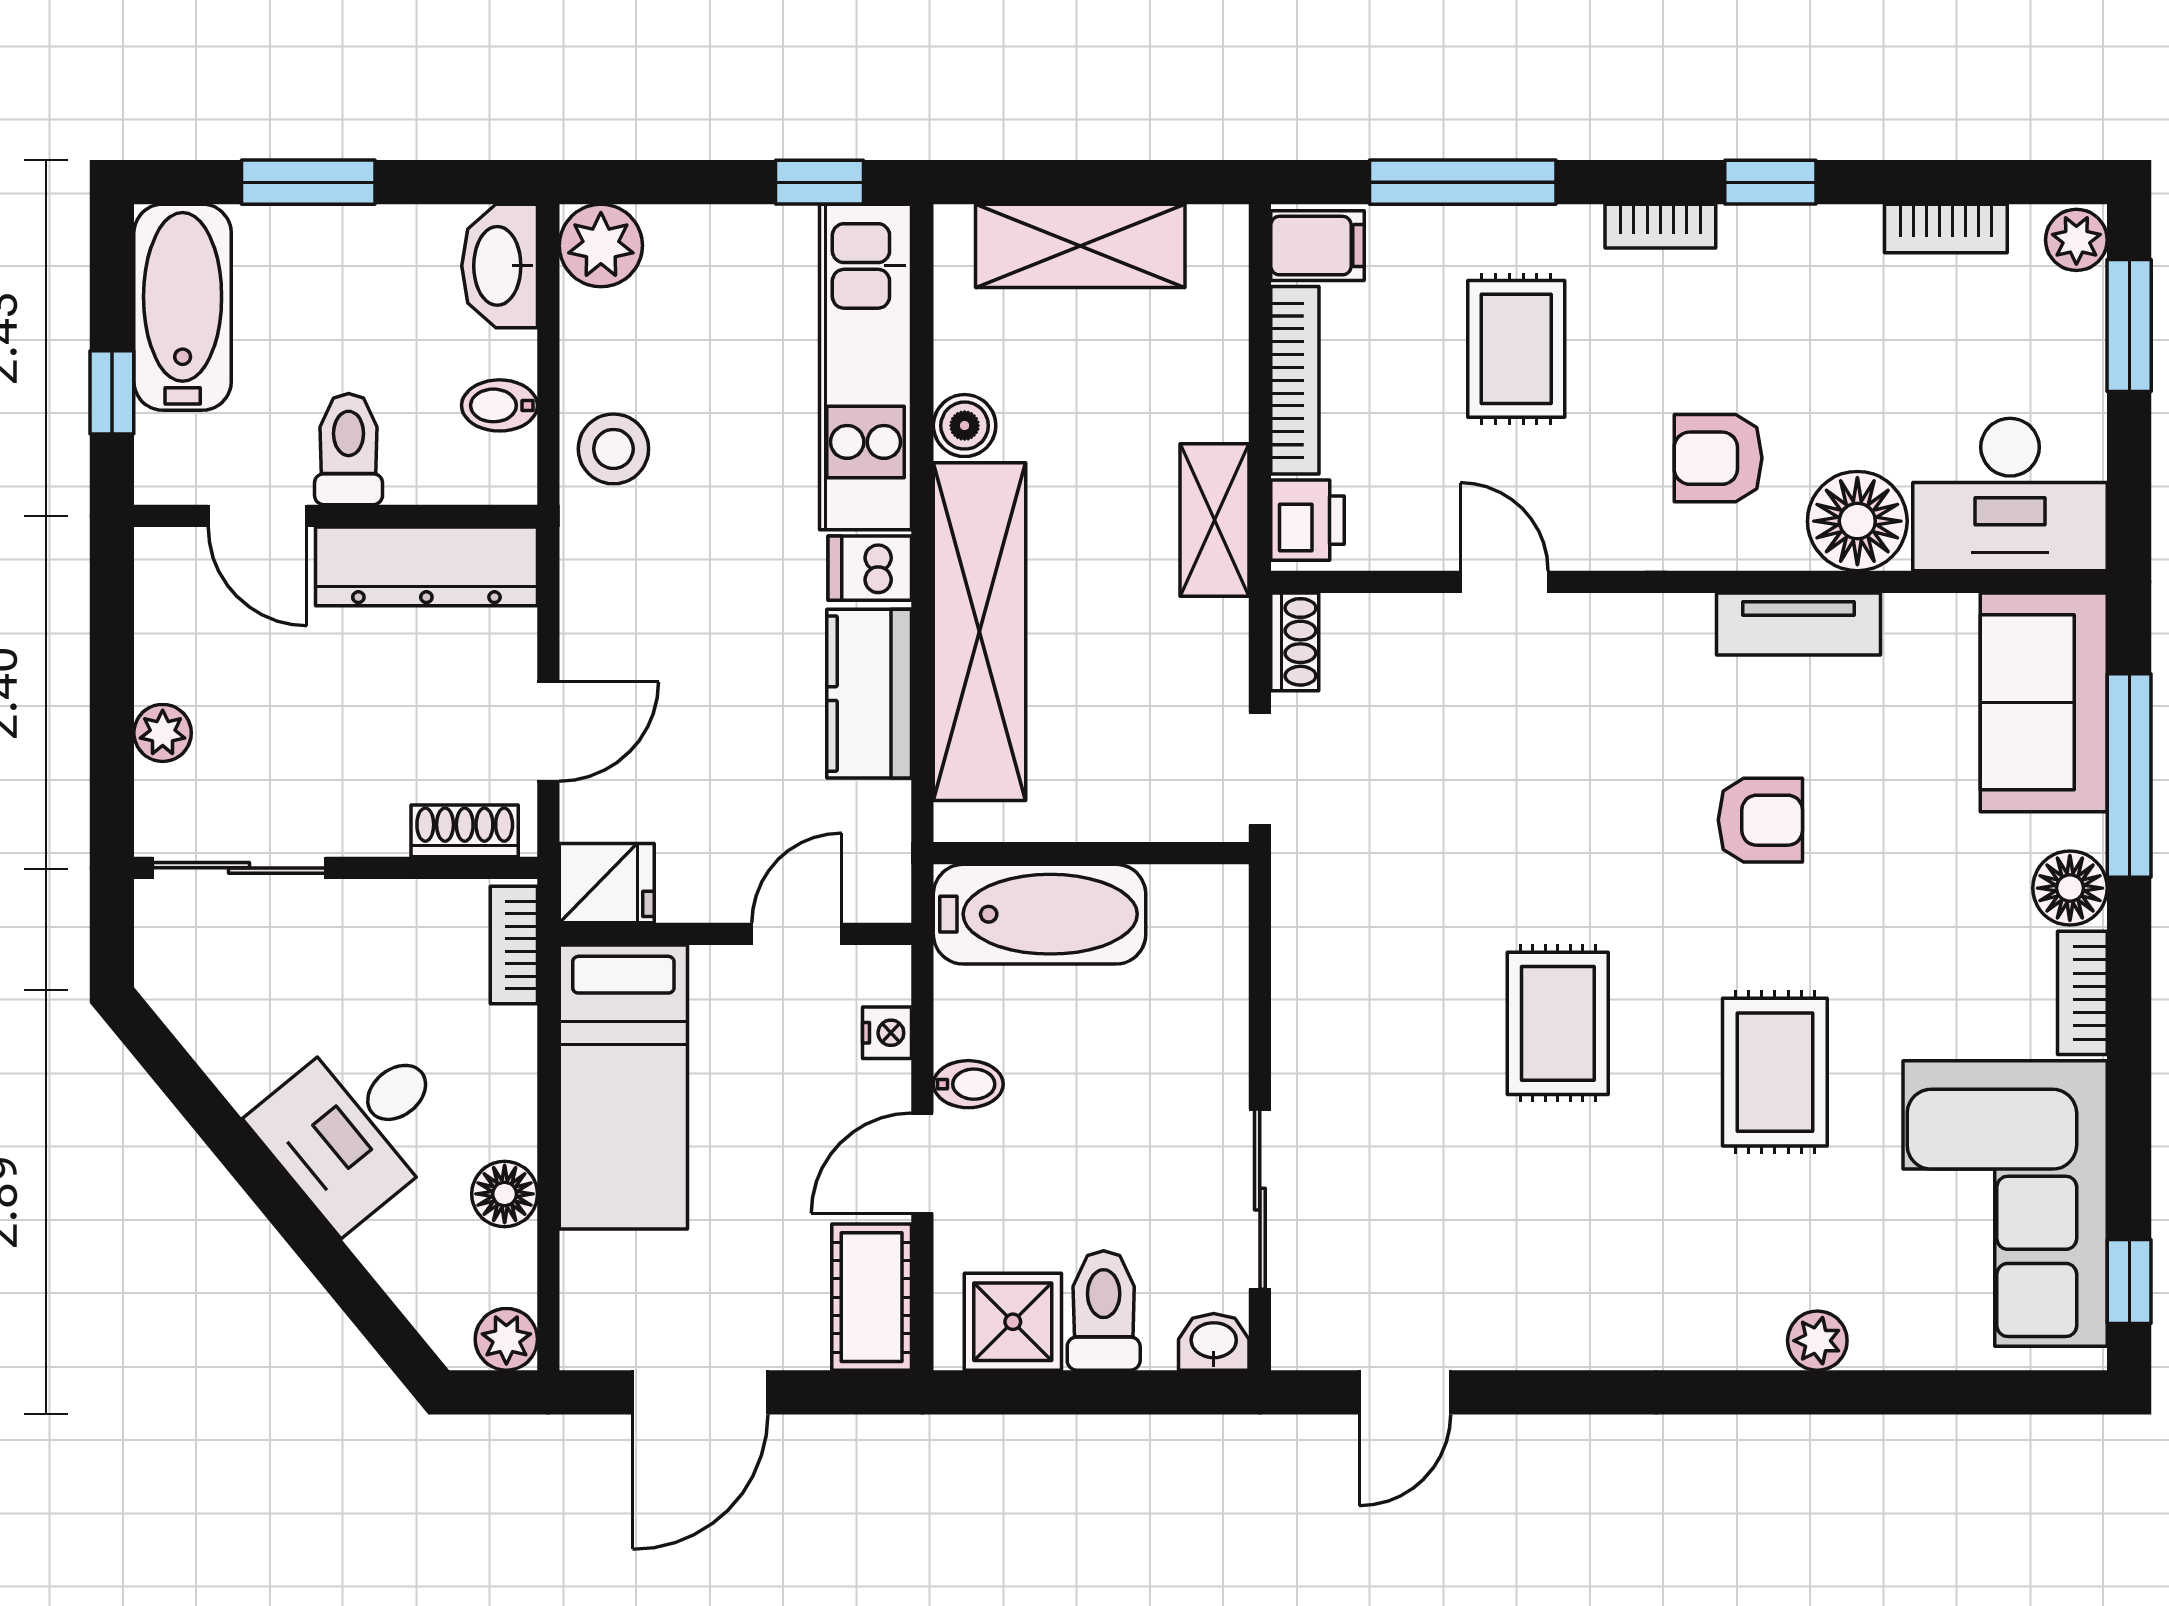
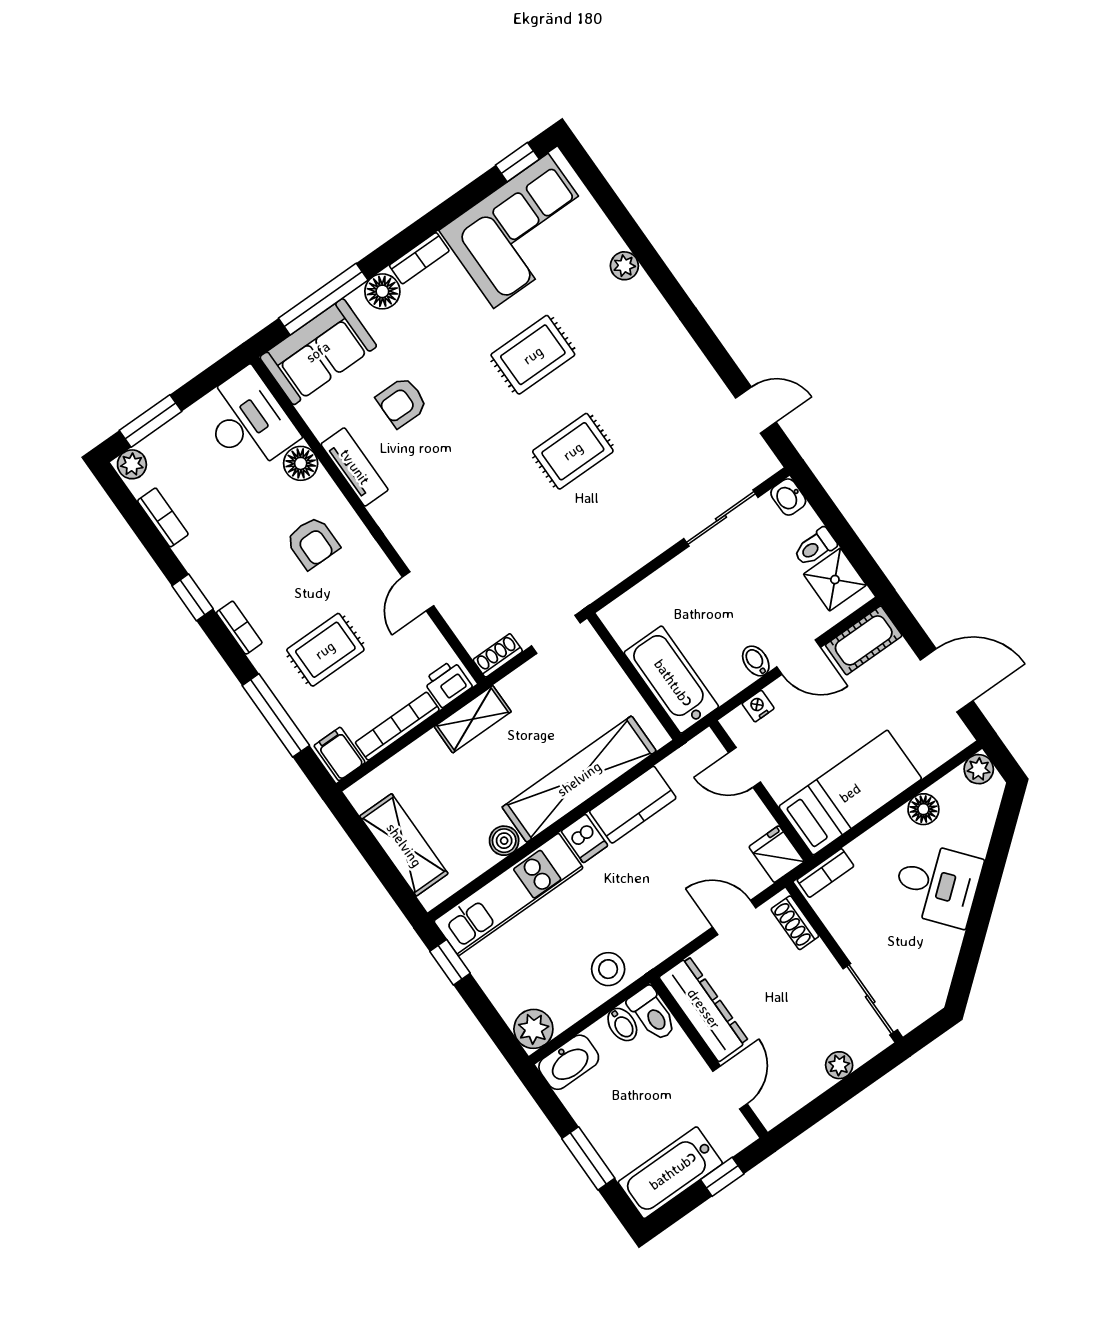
toilet: (349, 449) -> (652, 1014), moved, turned -90
floor lamp: (1857, 521) -> (301, 463), width x0.73, depth x0.73
armchair: (1760, 820) -> (402, 402), moved, turned -90
toilet: (1104, 1310) -> (815, 547), width x0.73, depth x0.72

